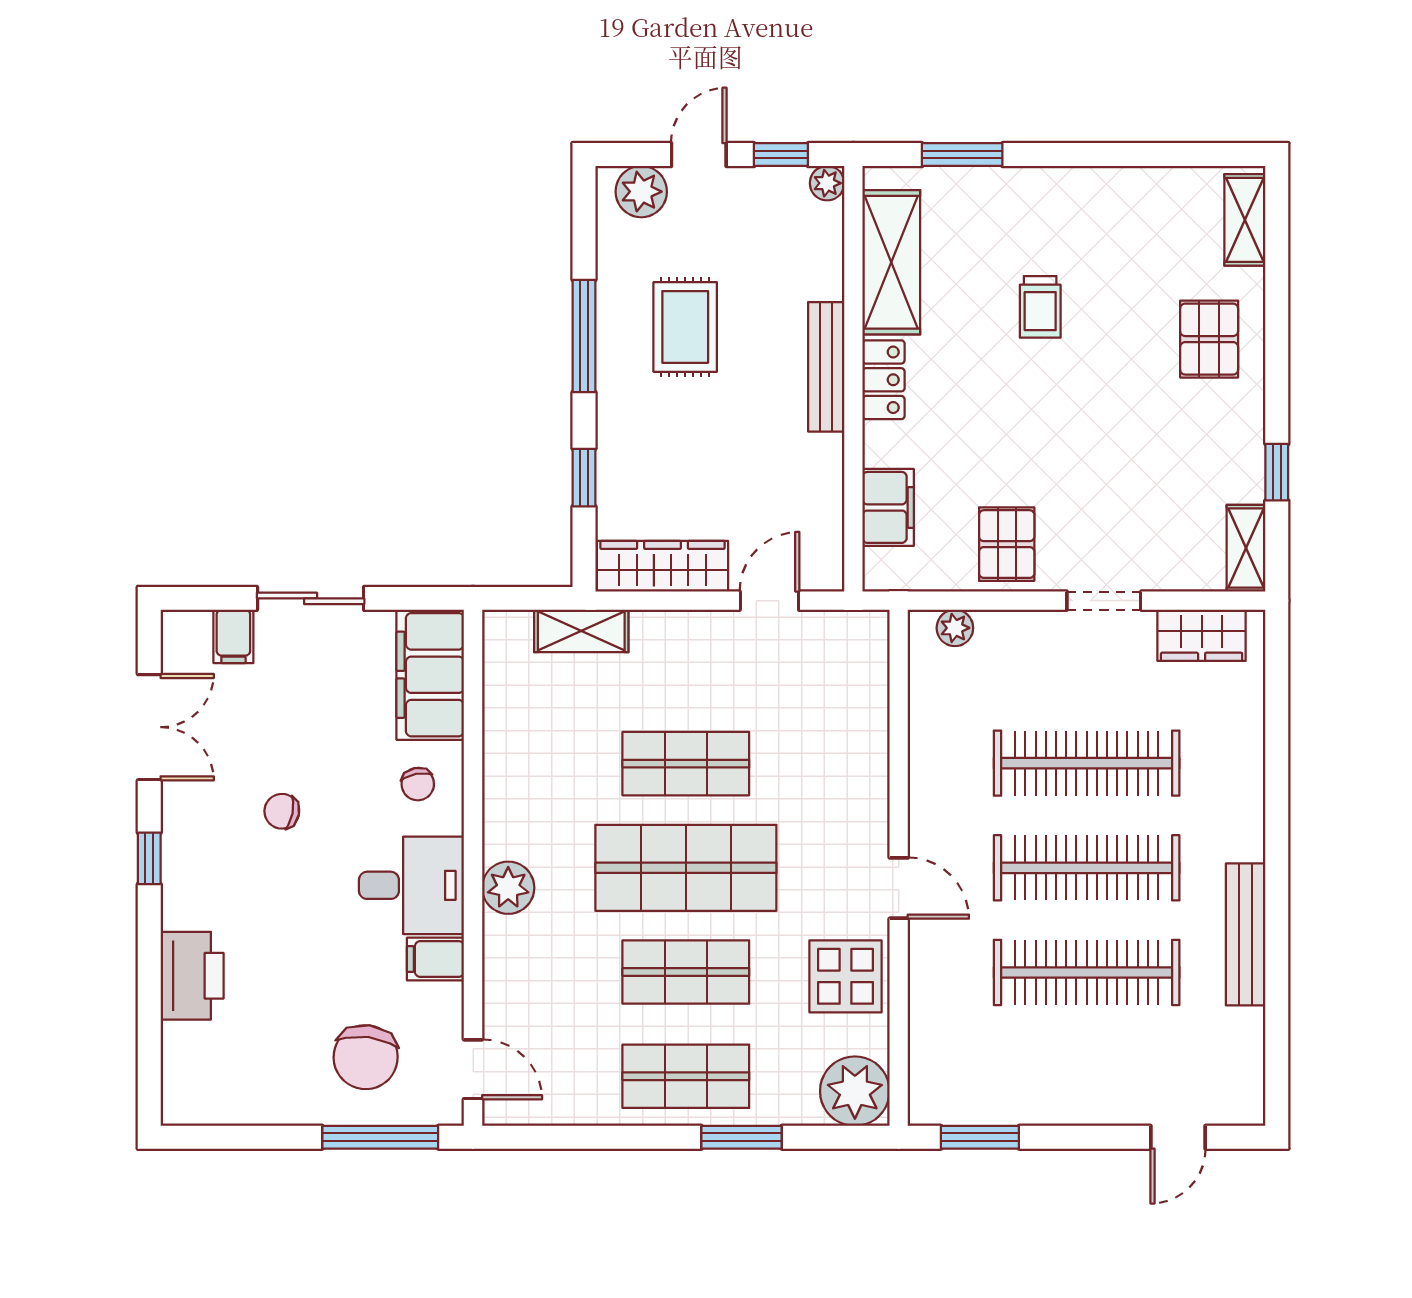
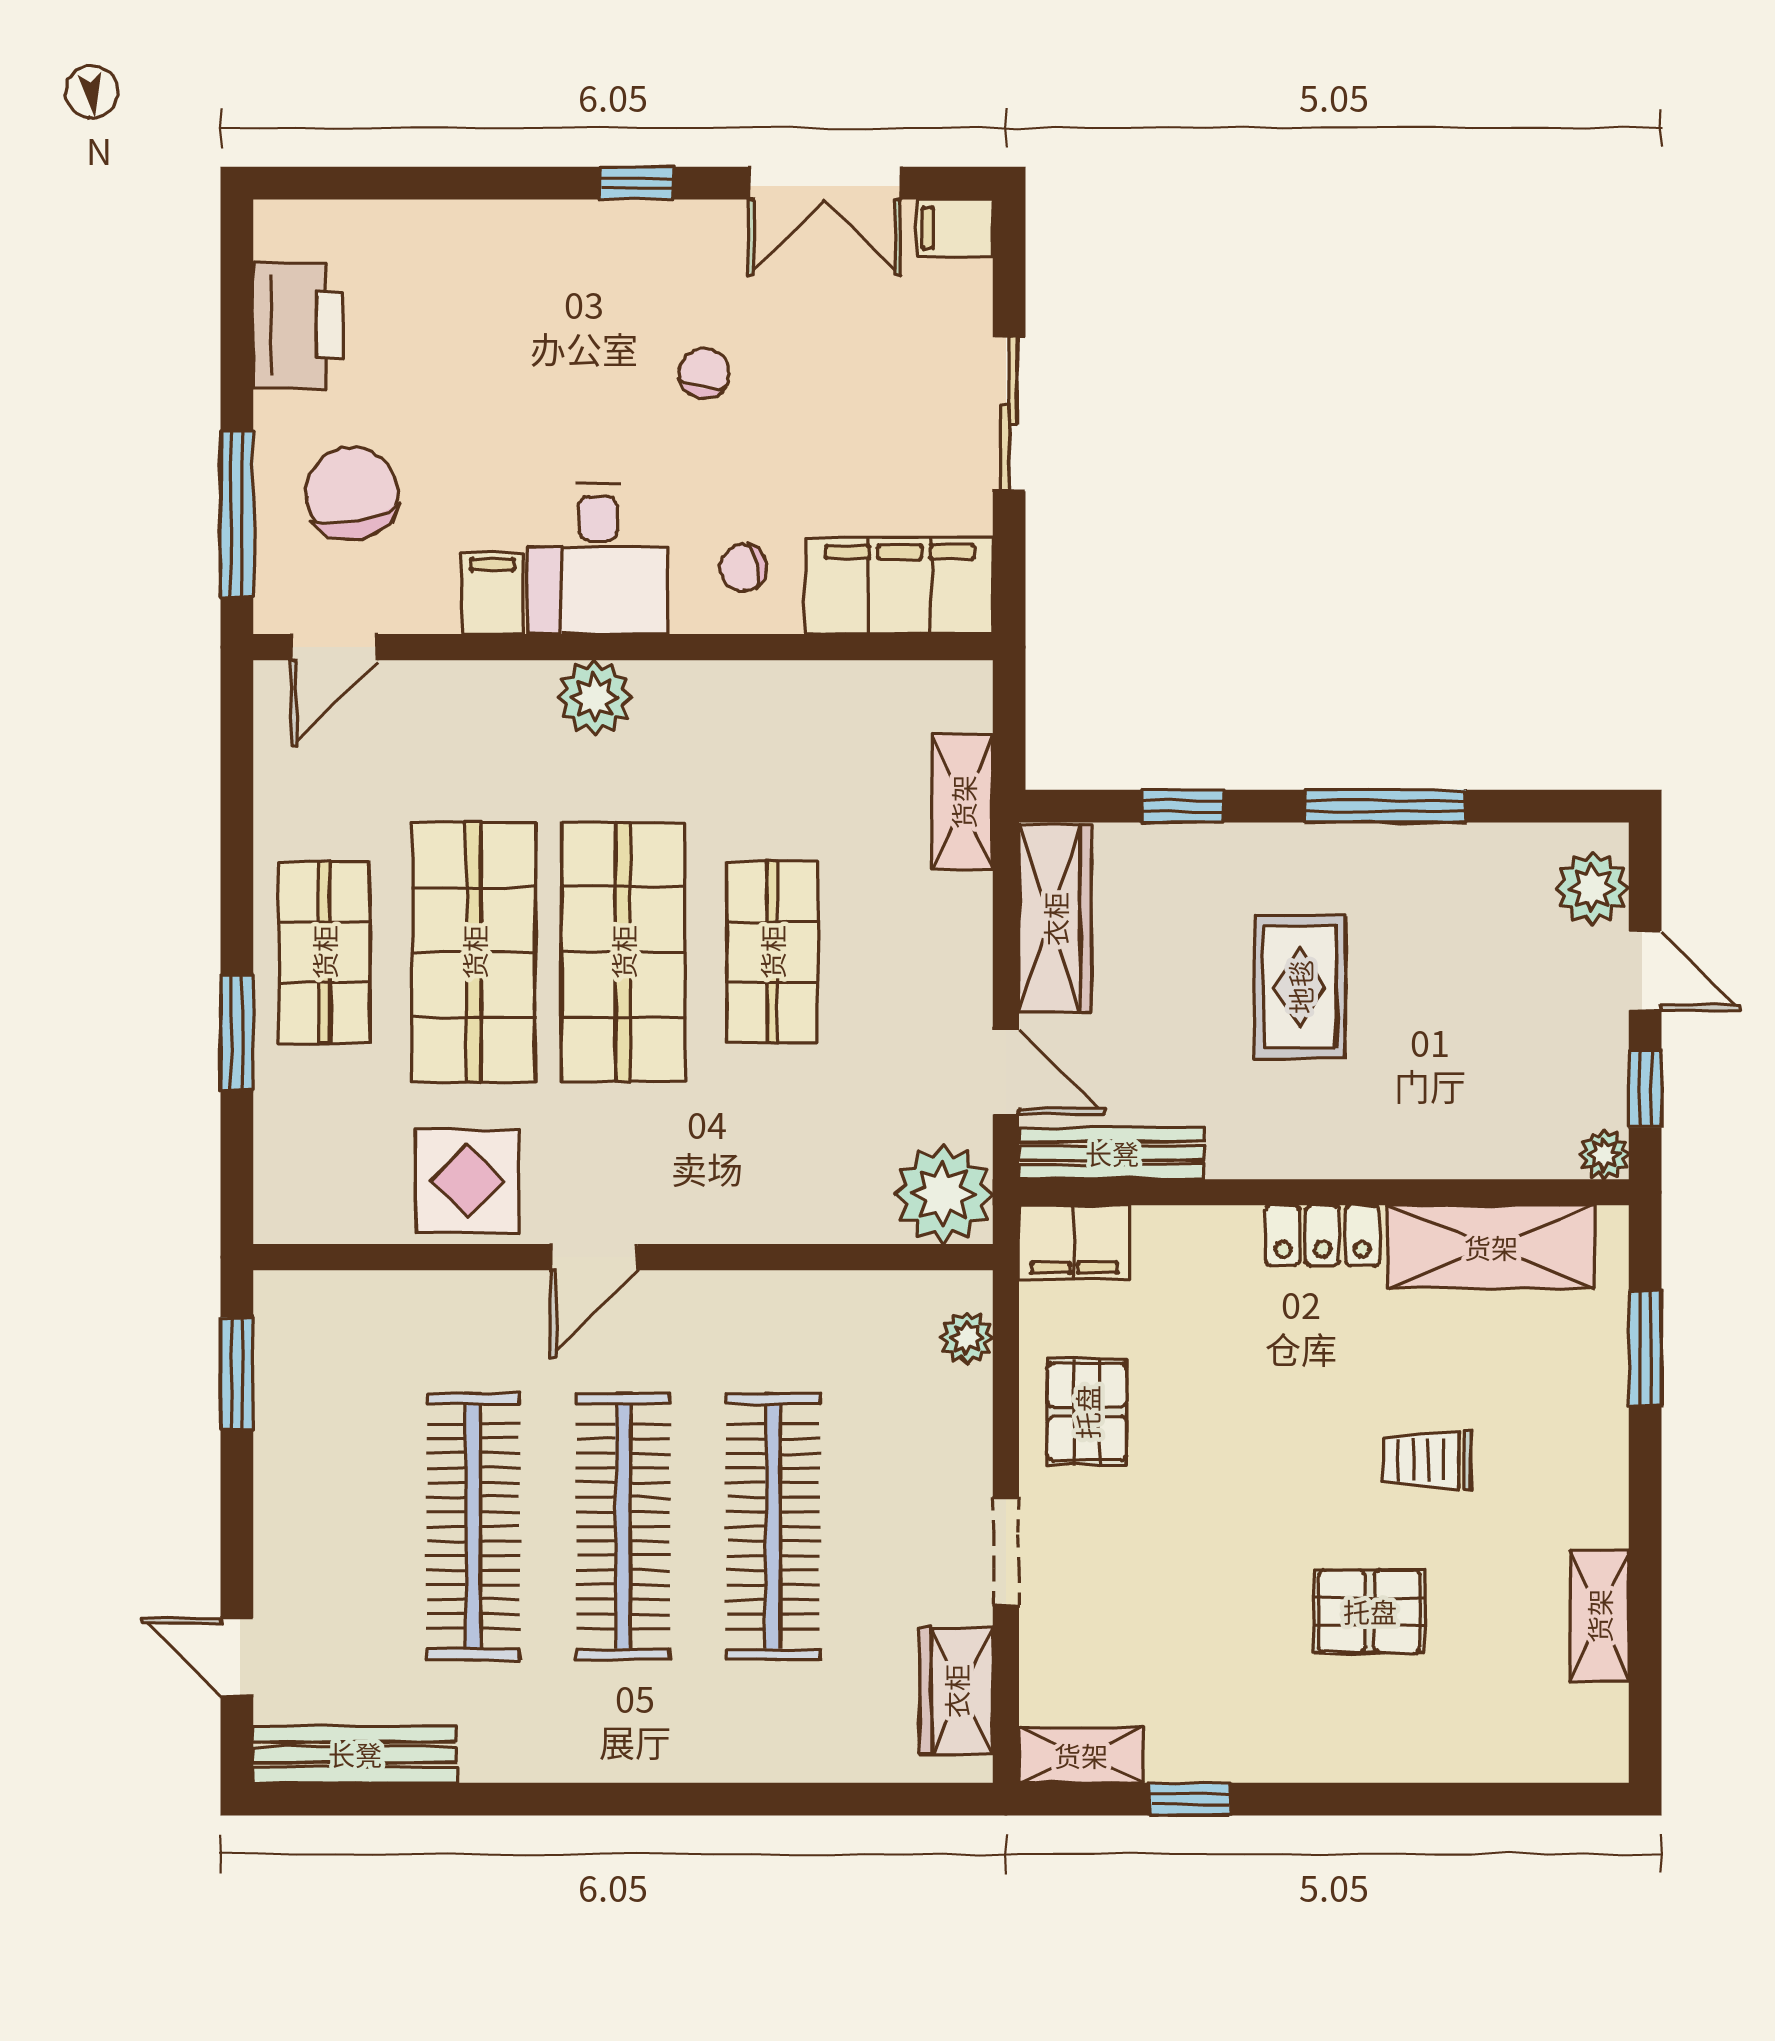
shelving: (1245, 220) -> (1599, 1616), moved, turned 90
rug: (685, 327) -> (1300, 987), moved, turned 90
pallet: (1209, 339) -> (1370, 1611), moved
bench: (826, 367) -> (1112, 1153), moved
filing cabinet: (888, 507) -> (1074, 1242), moved
pallet: (1007, 544) -> (1087, 1412), turned 90
filing cabinet: (233, 636) -> (955, 228), moved
bench: (1246, 934) -> (355, 1754), moved
shop shelf: (686, 972) -> (474, 952), width x1.43, depth x1.36
printer: (192, 976) -> (298, 326), moved, turned -90
chair: (366, 1057) -> (352, 493), turned 71
plant: (855, 1091) -> (943, 1194), moved

